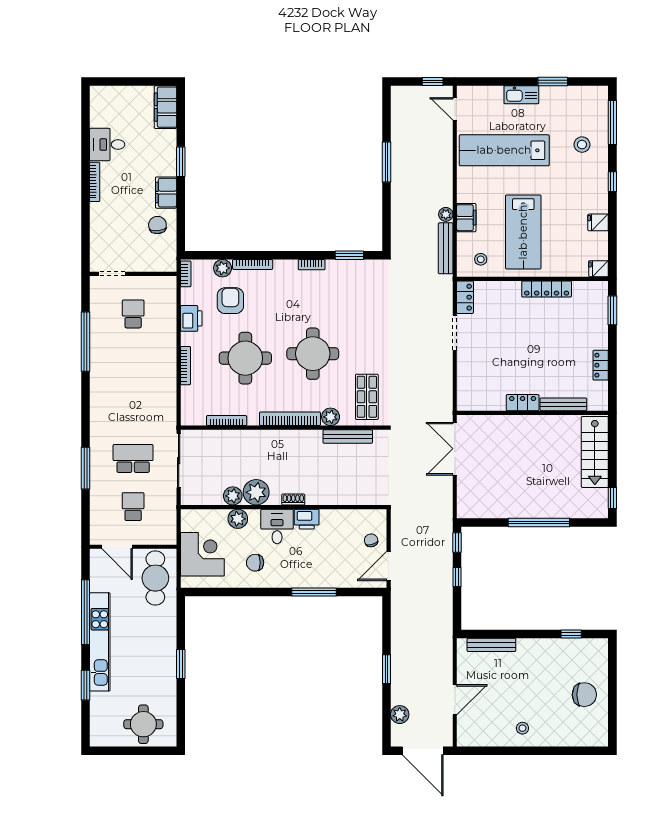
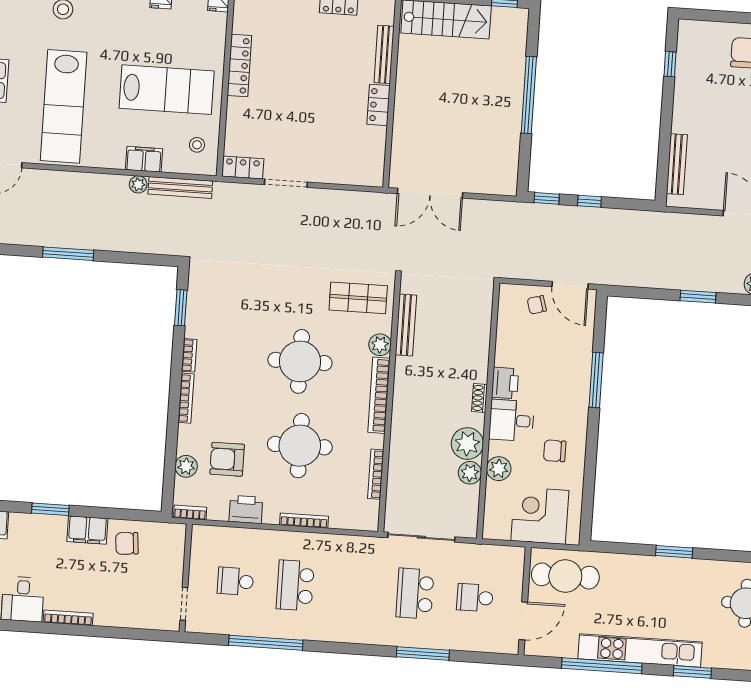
bookcase: (253, 264) -> (186, 398), moved
school desk: (133, 362) -> (295, 585), added
chair: (255, 563) -> (555, 451), turned 90

